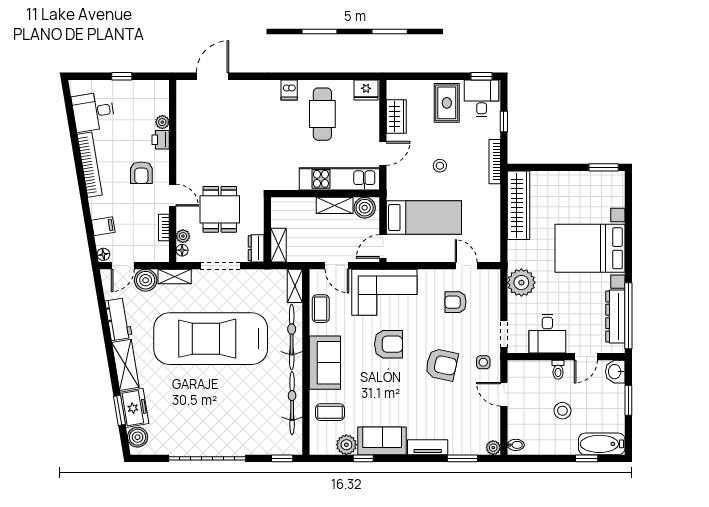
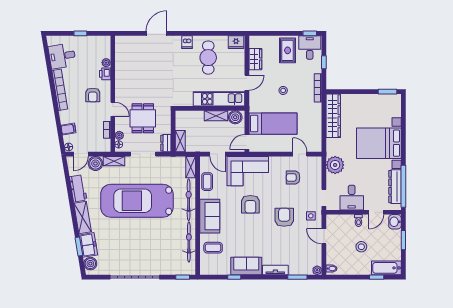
door: (213, 76) -> (157, 33), moved
armchair: (389, 344) -> (250, 204), turned 90
armchair: (442, 365) -> (284, 217), turned -102
plant: (346, 445) -> (224, 268), removed

